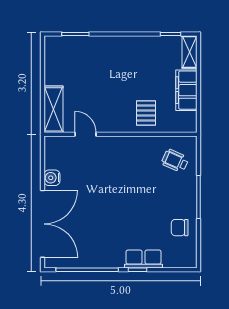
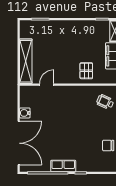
shelving: (53, 109) -> (26, 61), width x1.47
door: (86, 134) -> (47, 85), hinge flipped
row of seats: (144, 259) -> (63, 166), moved

